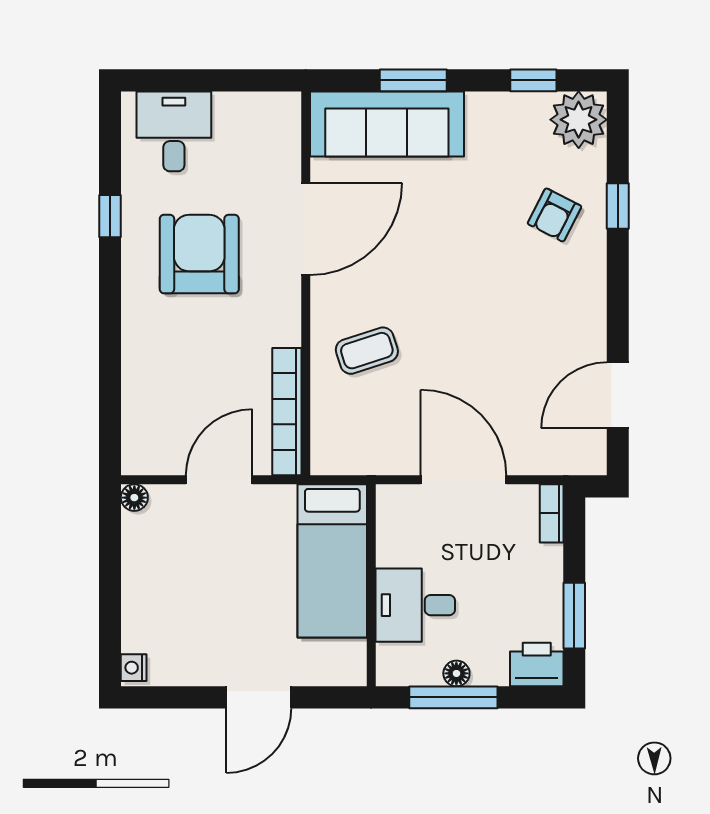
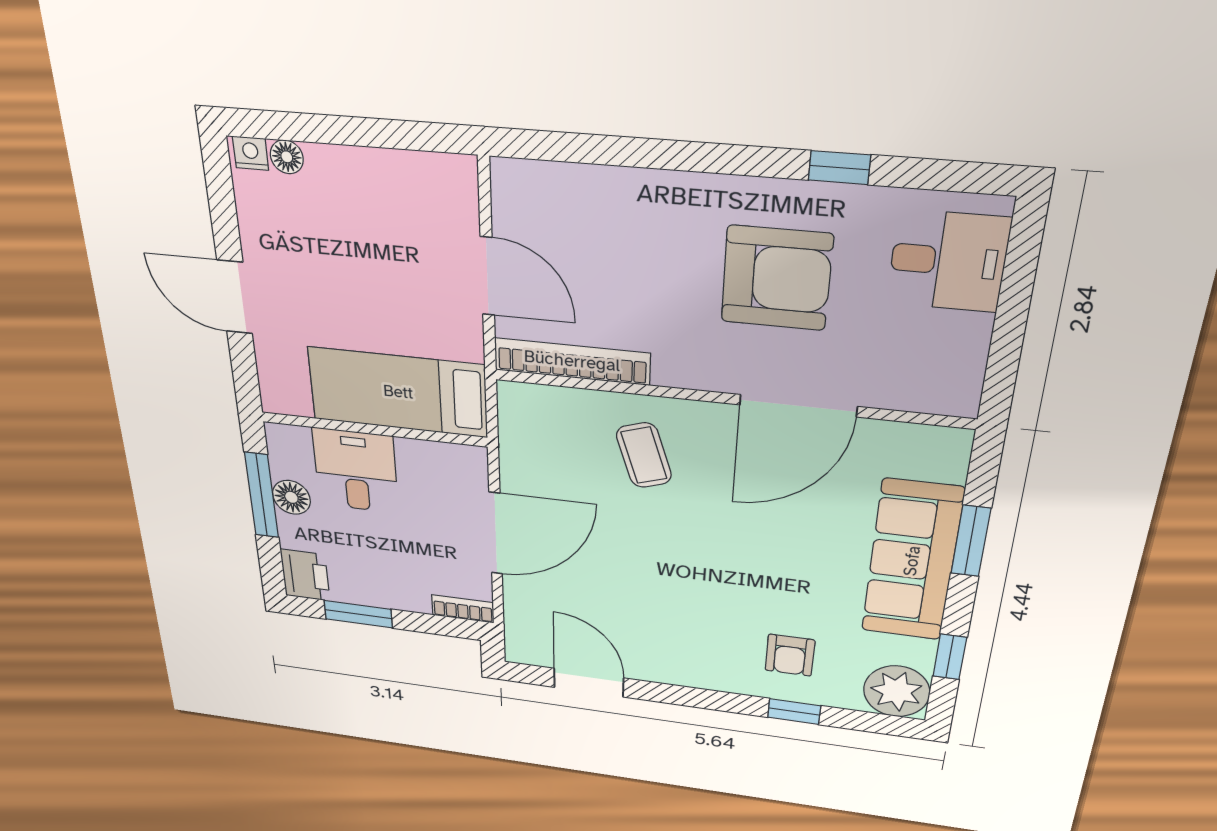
sofa: (387, 124) -> (912, 561), moved
armchair: (554, 215) -> (790, 655), turned -117
door: (306, 229) -> (798, 406), hinge flipped
floor lamp: (134, 498) -> (287, 157), moved
floor lamp: (456, 673) -> (291, 497), width x1.37, depth x1.37

